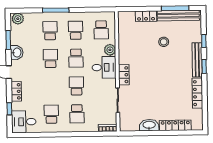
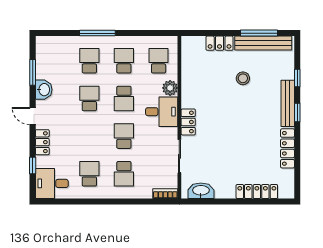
plant: (18, 19) -> (46, 44), removed
school desk: (101, 30) -> (159, 61), turned 180
washbasin: (149, 125) -> (201, 191), moved

